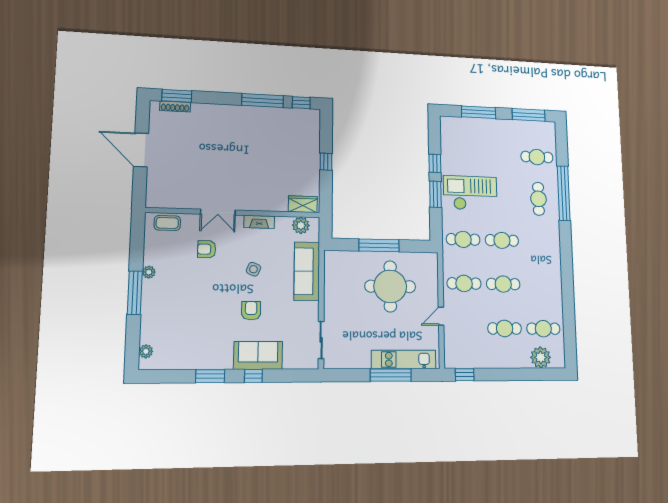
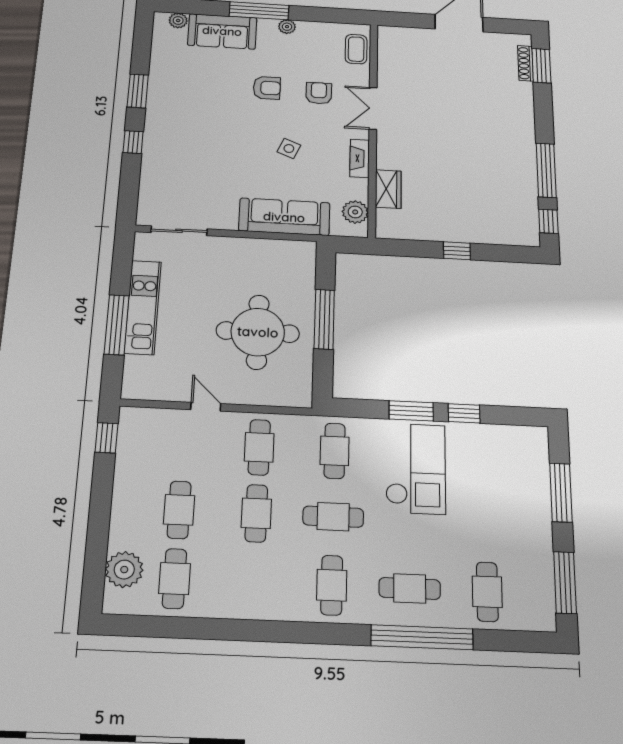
wardrobe: (303, 204) -> (388, 189), moved
cafe table: (502, 240) -> (333, 517), turned 90
cafe table: (540, 241) -> (332, 585), added
armchair: (251, 311) -> (267, 88), moved
sofa: (258, 355) -> (222, 31), moved, turned 90
kitchen unit: (404, 359) -> (143, 307), moved

